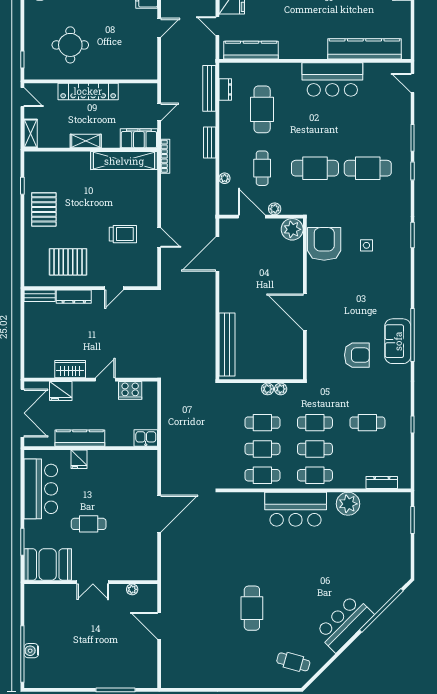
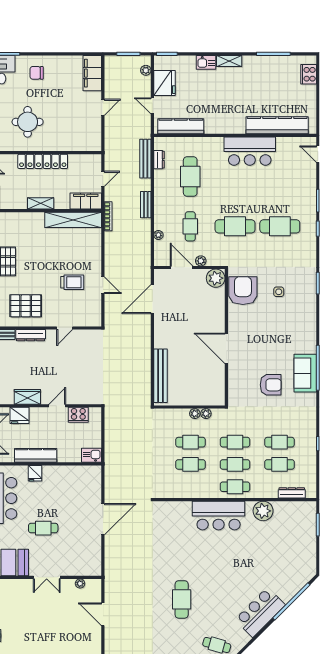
cafe table: (262, 475) -> (280, 464), moved

